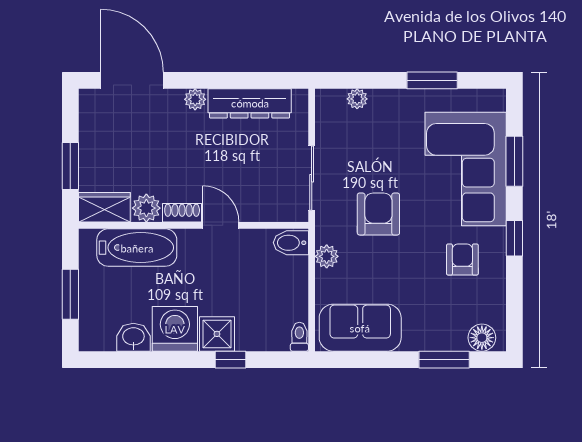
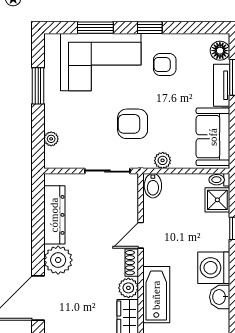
plant: (195, 99) -> (58, 260), width x1.88, depth x1.88
shower: (217, 334) -> (217, 200), moved
tv unit: (433, 340) -> (222, 85), added

